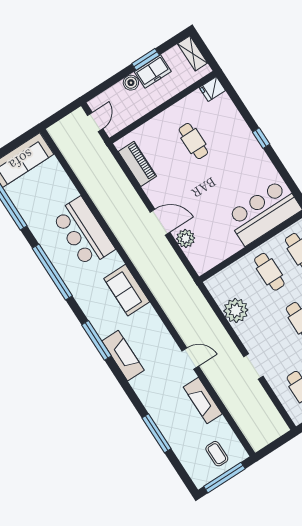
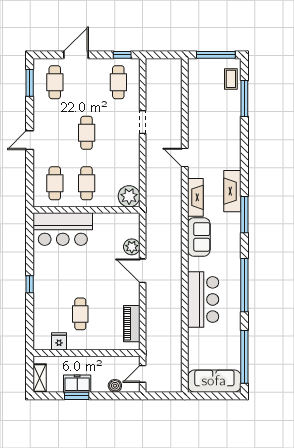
boiler: (131, 83) -> (115, 386), moved
fridge: (212, 89) -> (59, 341), moved, turned -90
plant: (236, 310) -> (129, 196), moved
fireplace: (203, 400) -> (195, 197), moved
window: (157, 433) -> (244, 98), moved
coffee table: (217, 454) -> (231, 79), moved

